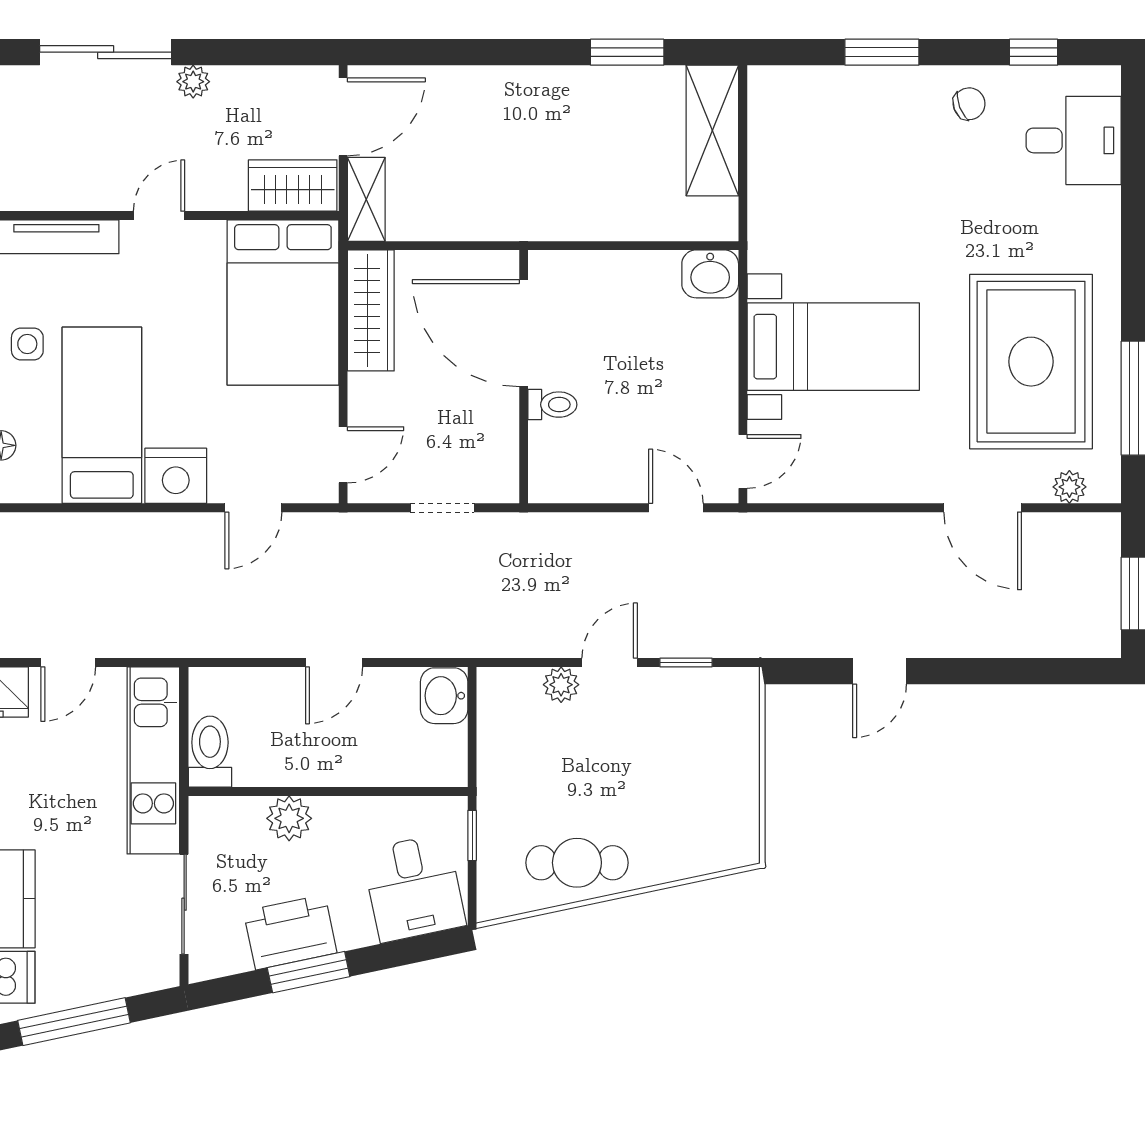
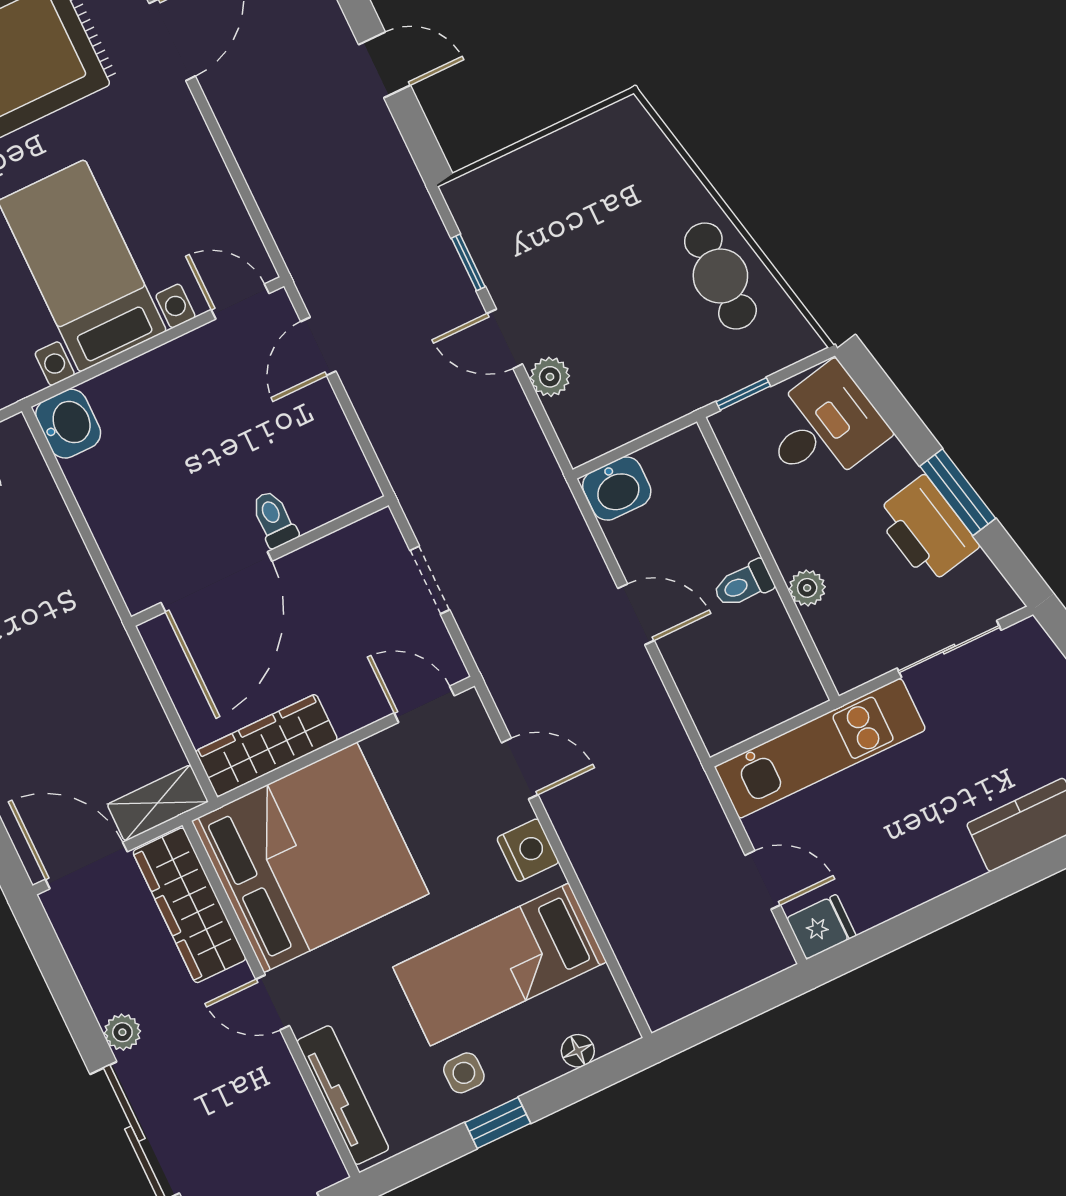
wardrobe: (293, 185) -> (189, 905), width x1.50
bed: (283, 302) -> (310, 857), width x1.36
nightstand: (176, 476) -> (528, 850), width x0.74, depth x0.75
toilet: (210, 752) -> (743, 584), moved, width x0.73, depth x0.72
plant: (289, 818) -> (807, 588), width x0.73, depth x0.73

